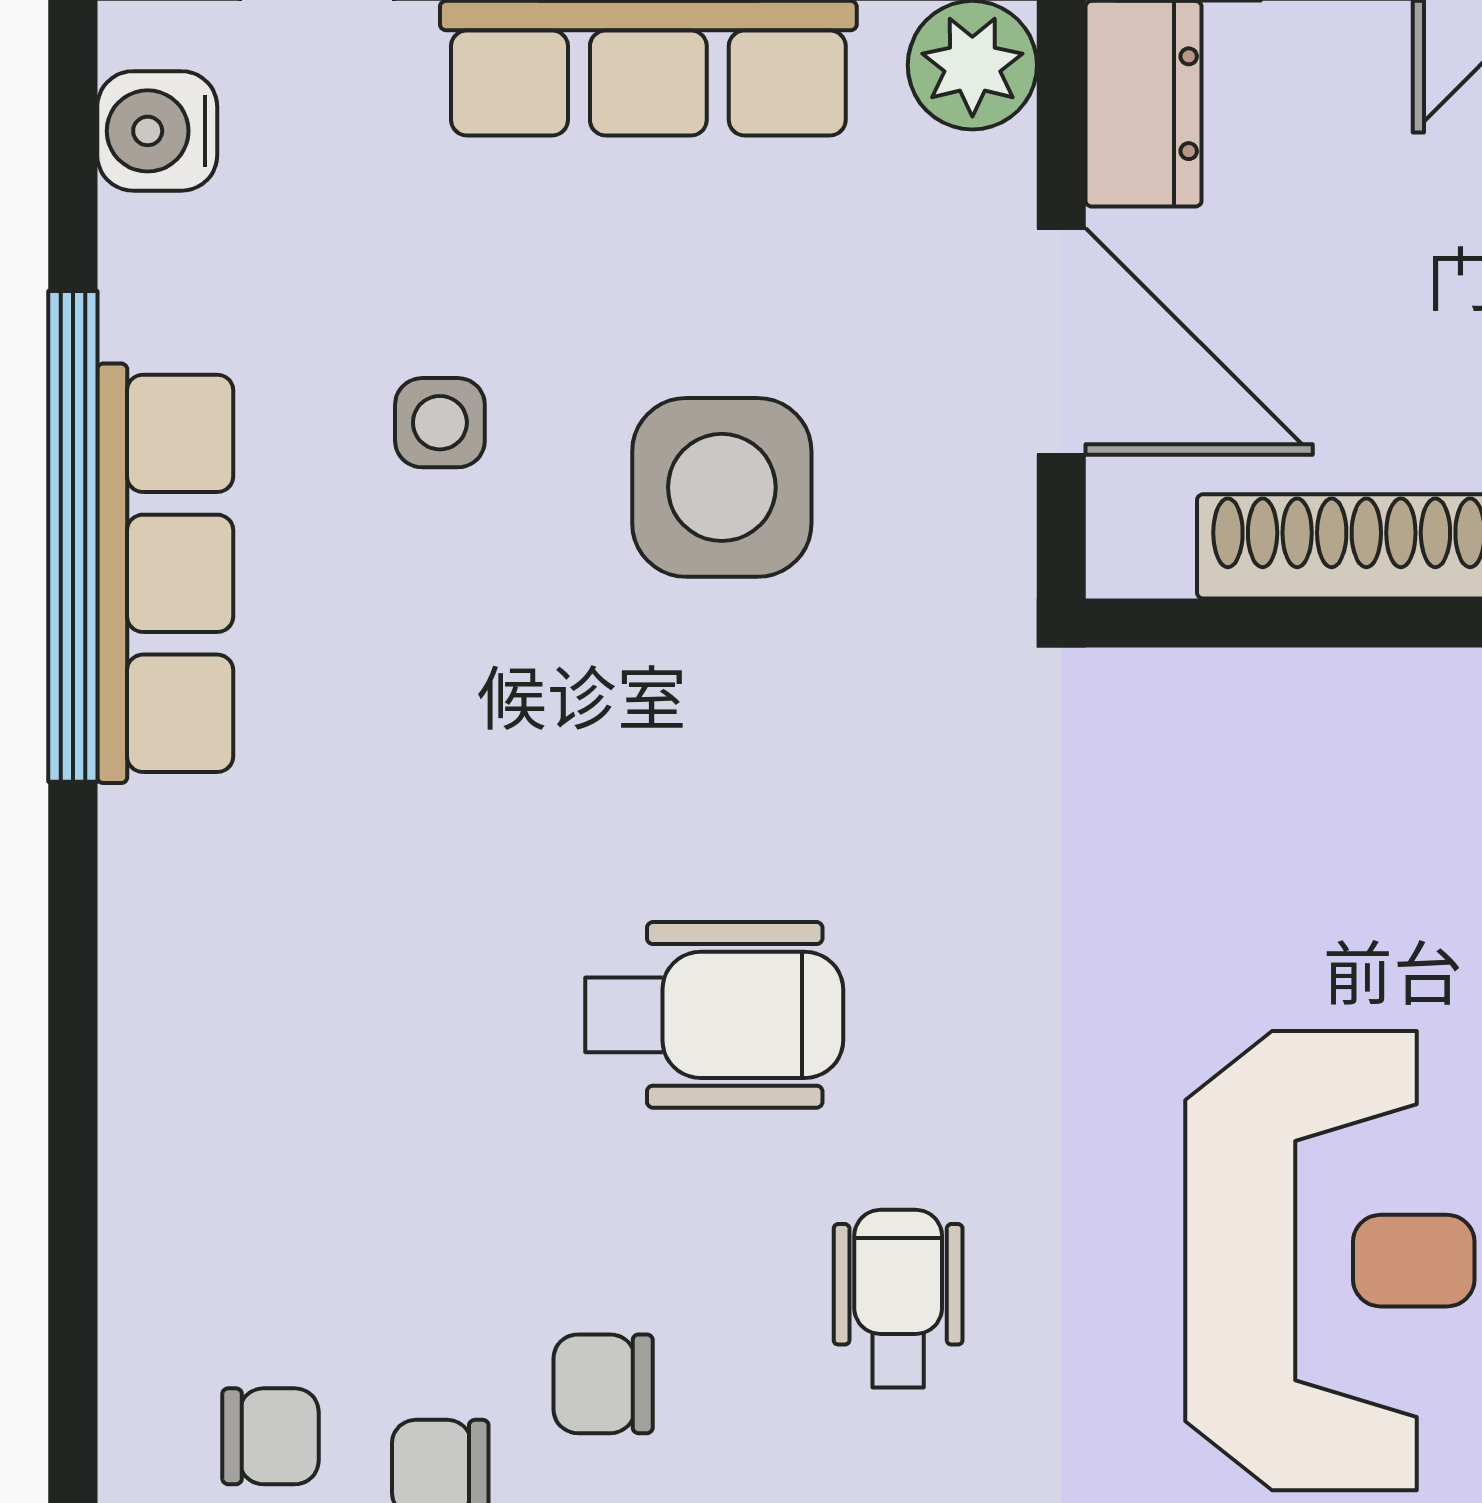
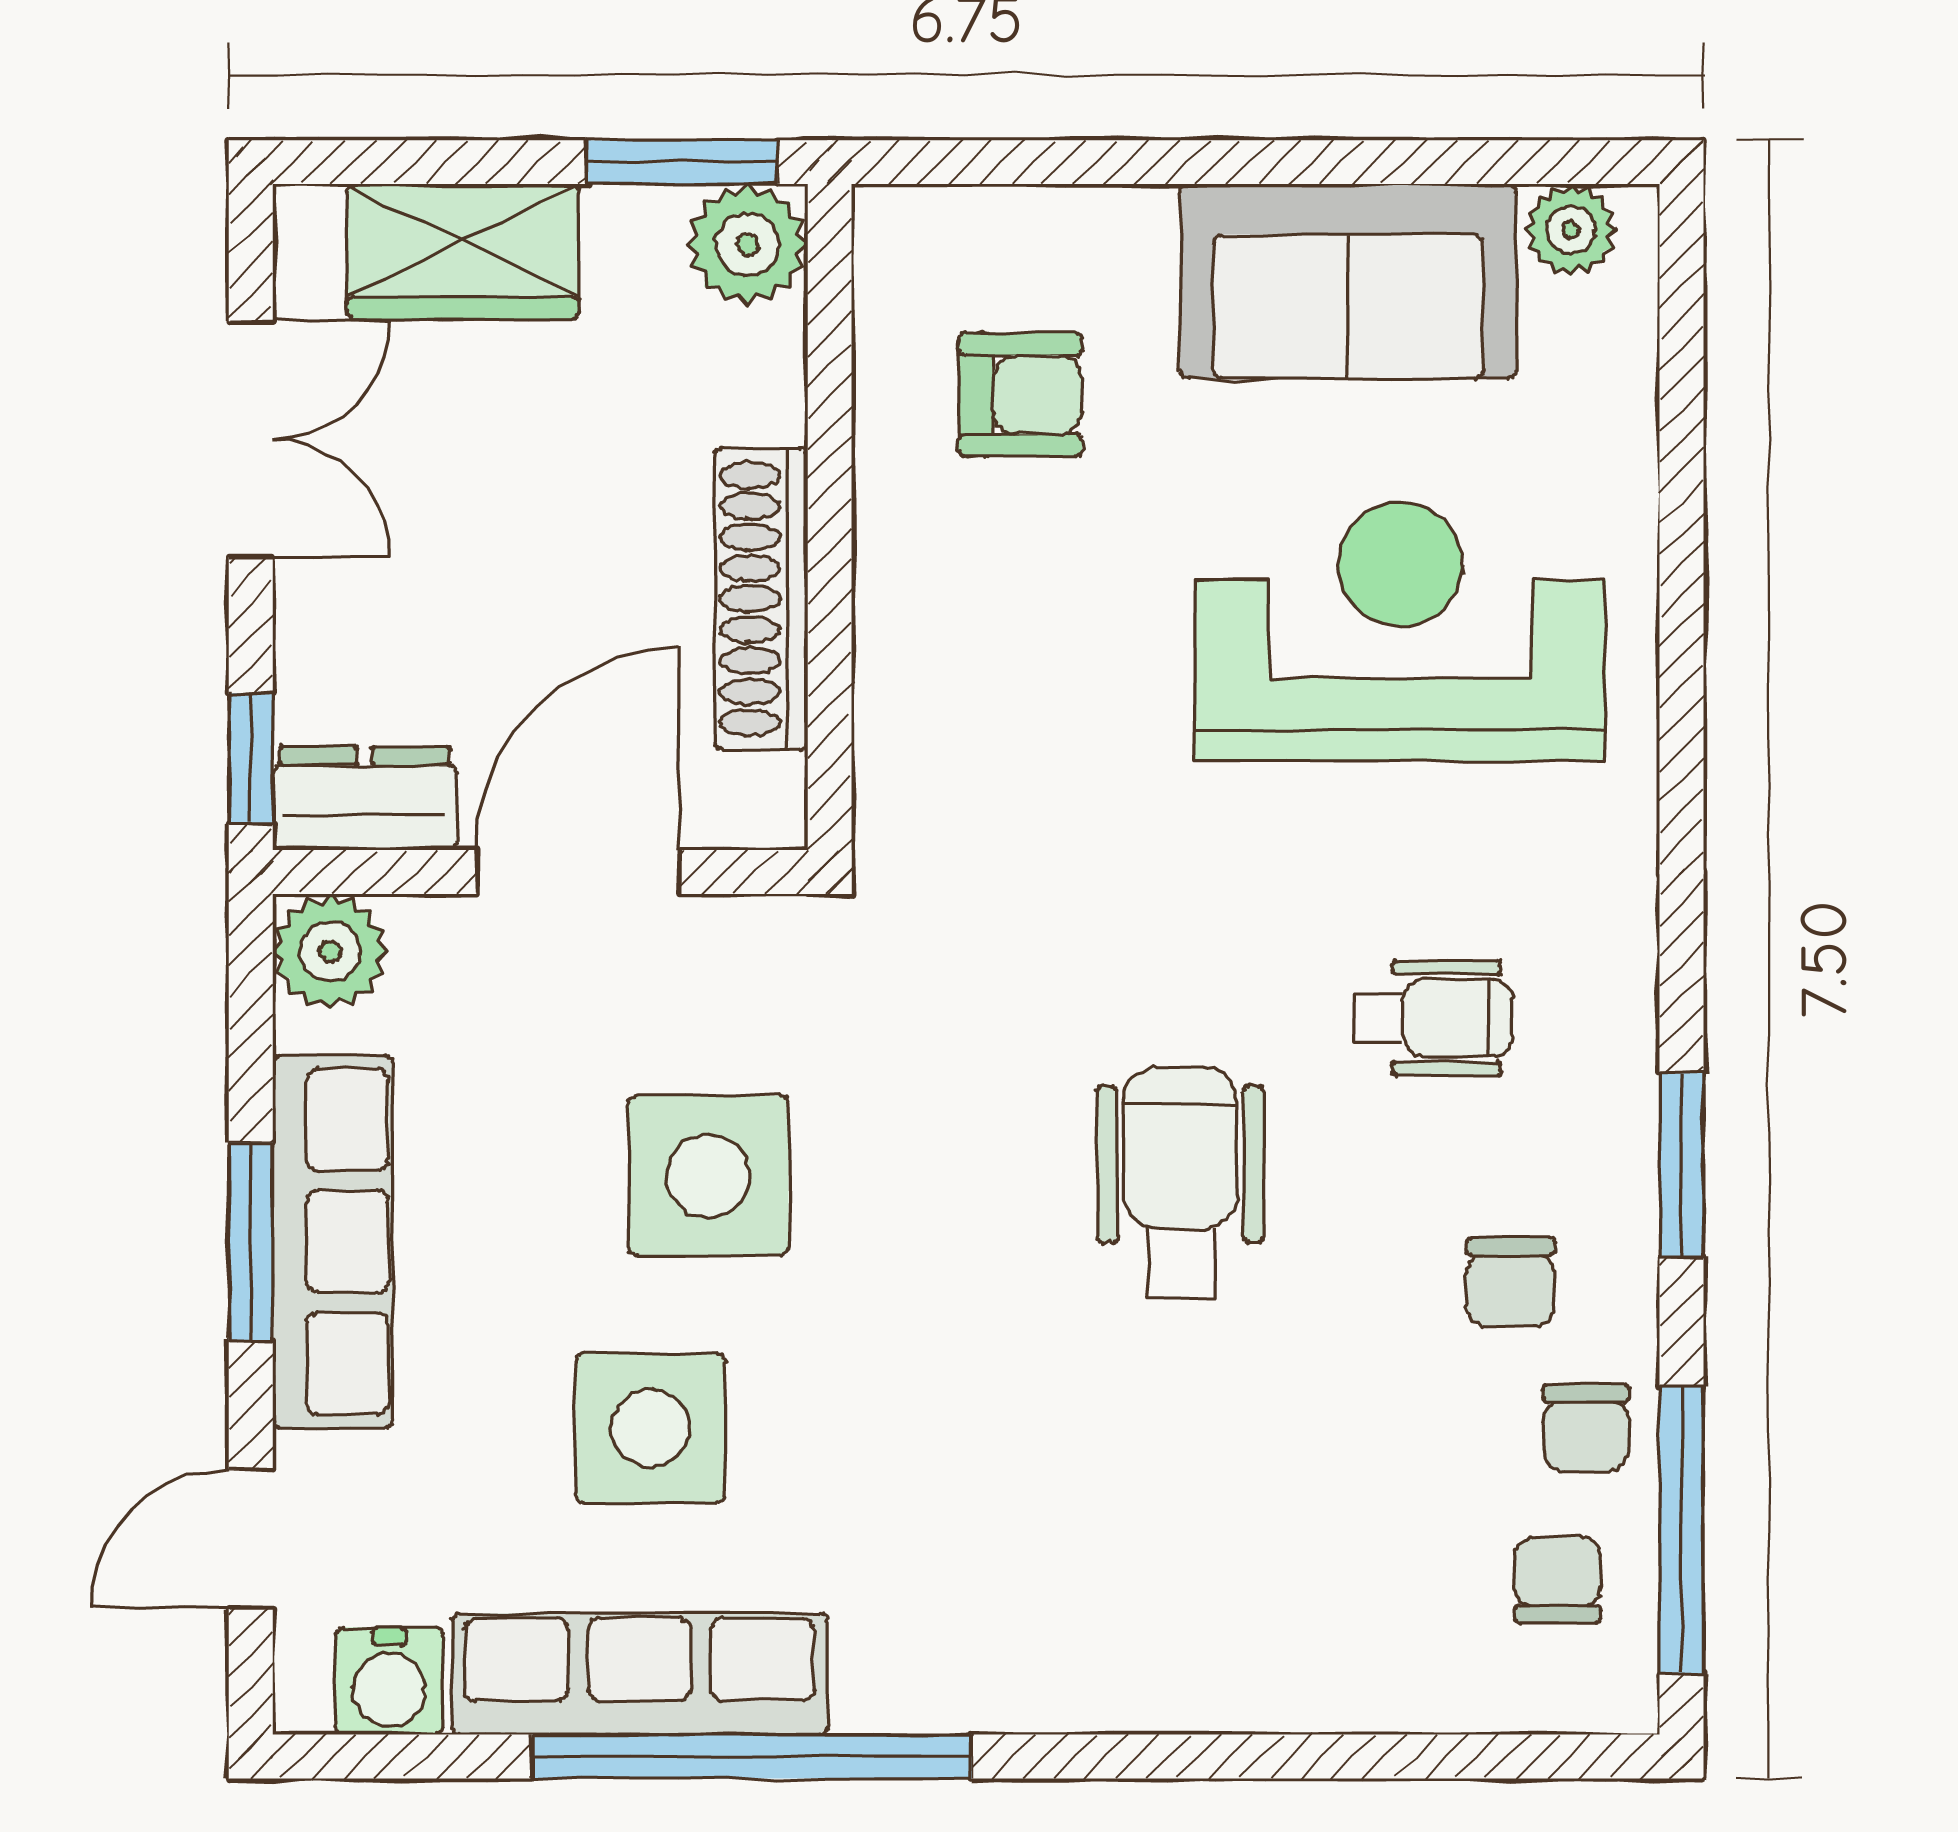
side table: (440, 423) -> (650, 1428), width x1.87, depth x1.87
row of seats: (165, 573) -> (639, 1674), moved
wheelchair: (898, 1299) -> (1434, 1018), turned 180

